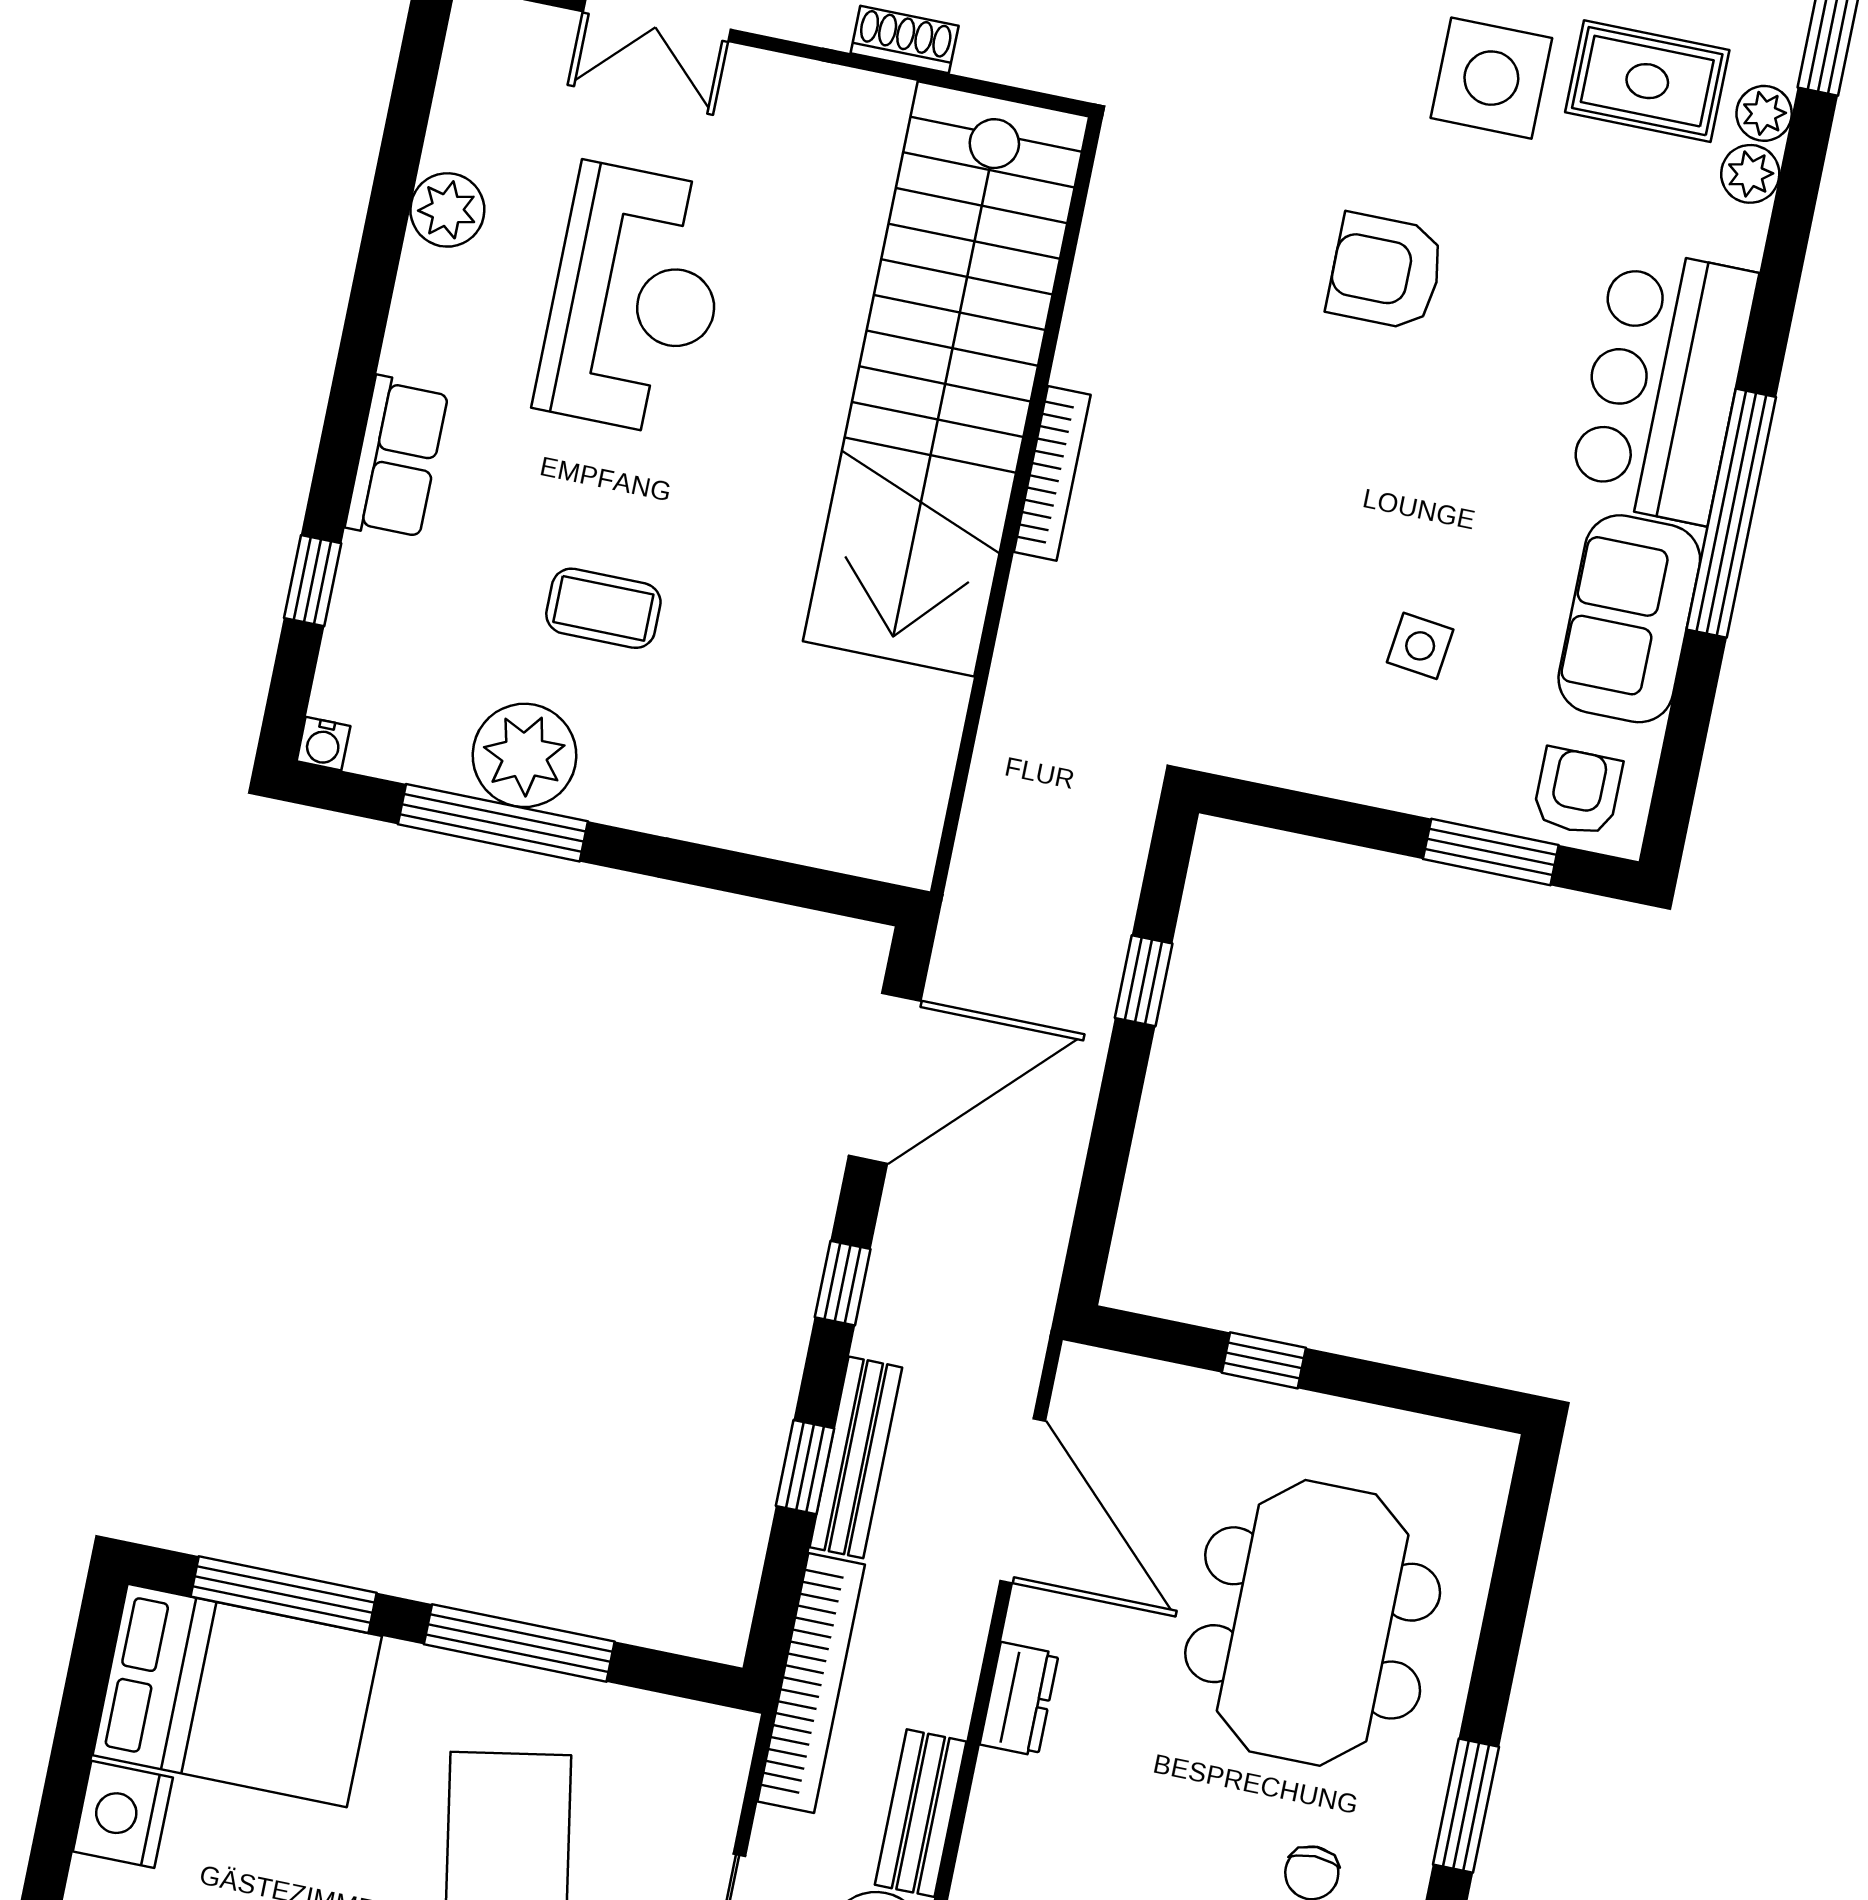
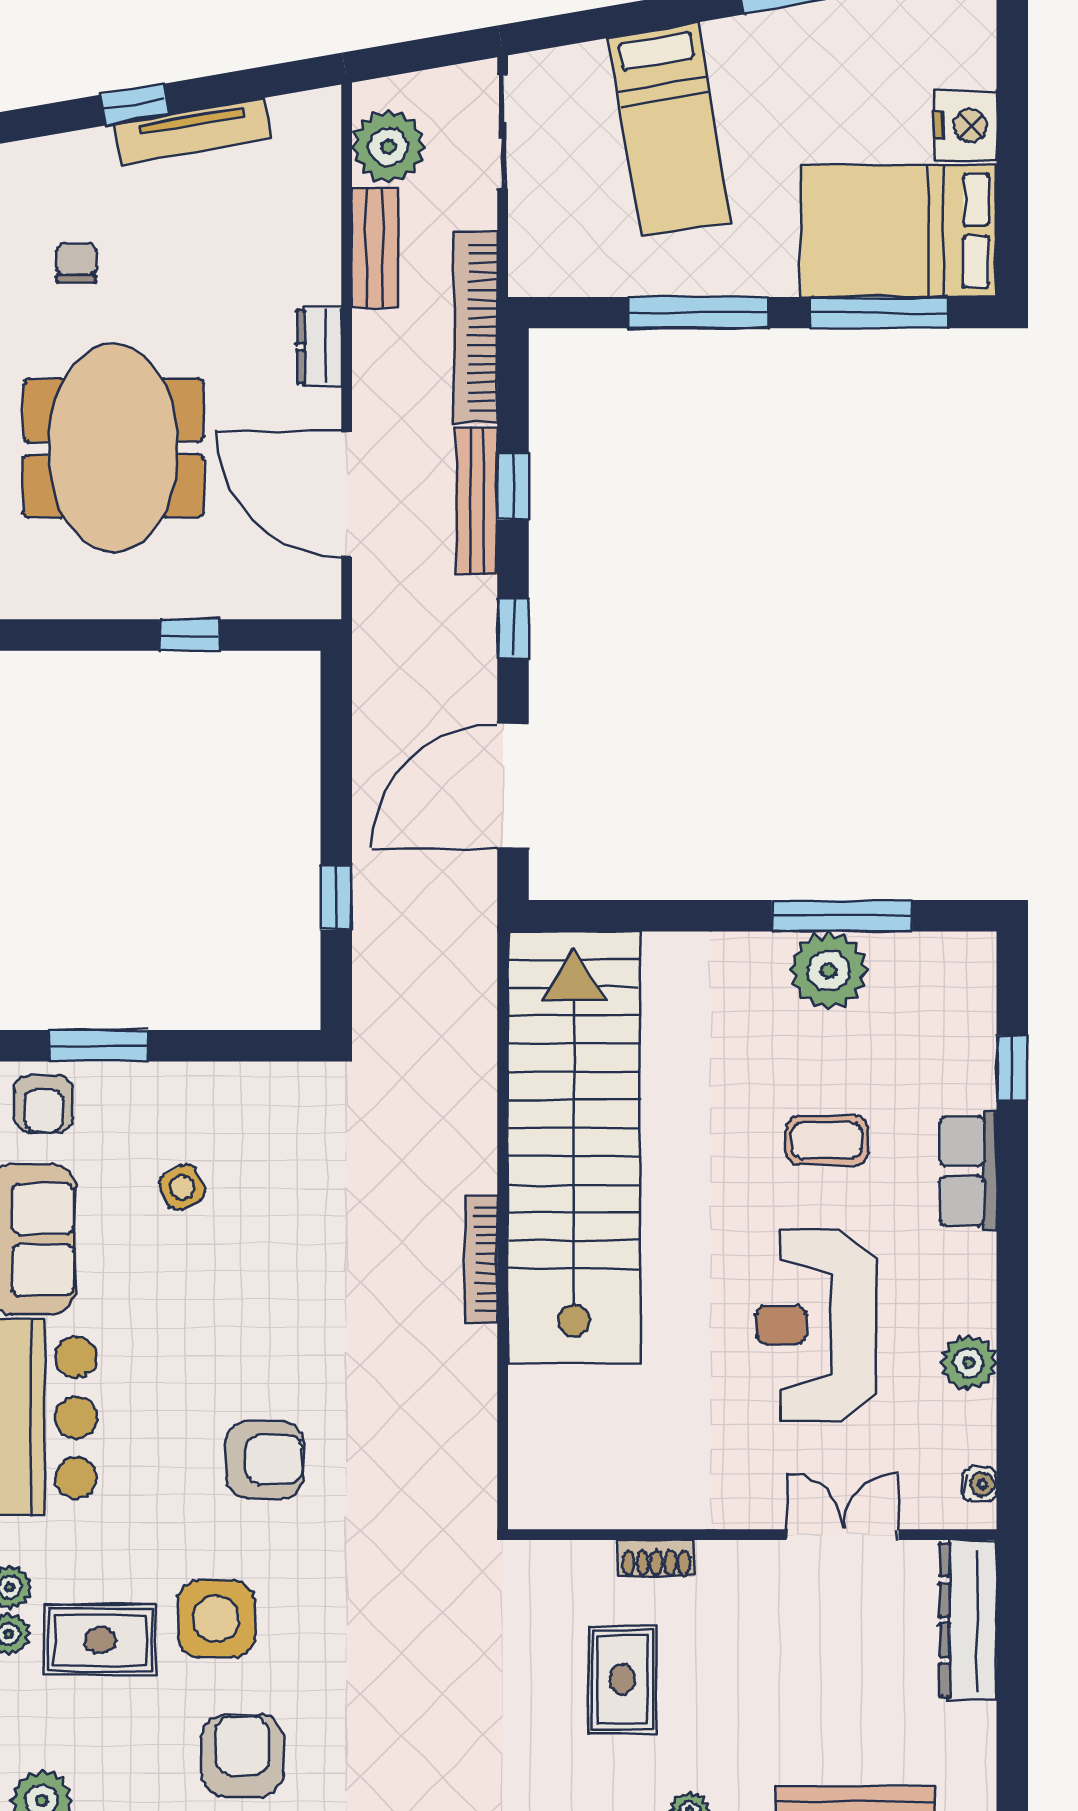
stairs: (946, 379) -> (574, 1148), moved
coffee table: (603, 608) -> (827, 1140), moved
side table: (1420, 646) -> (182, 1188), turned -35
water cooler: (323, 744) -> (979, 1484), moved, turned 90

